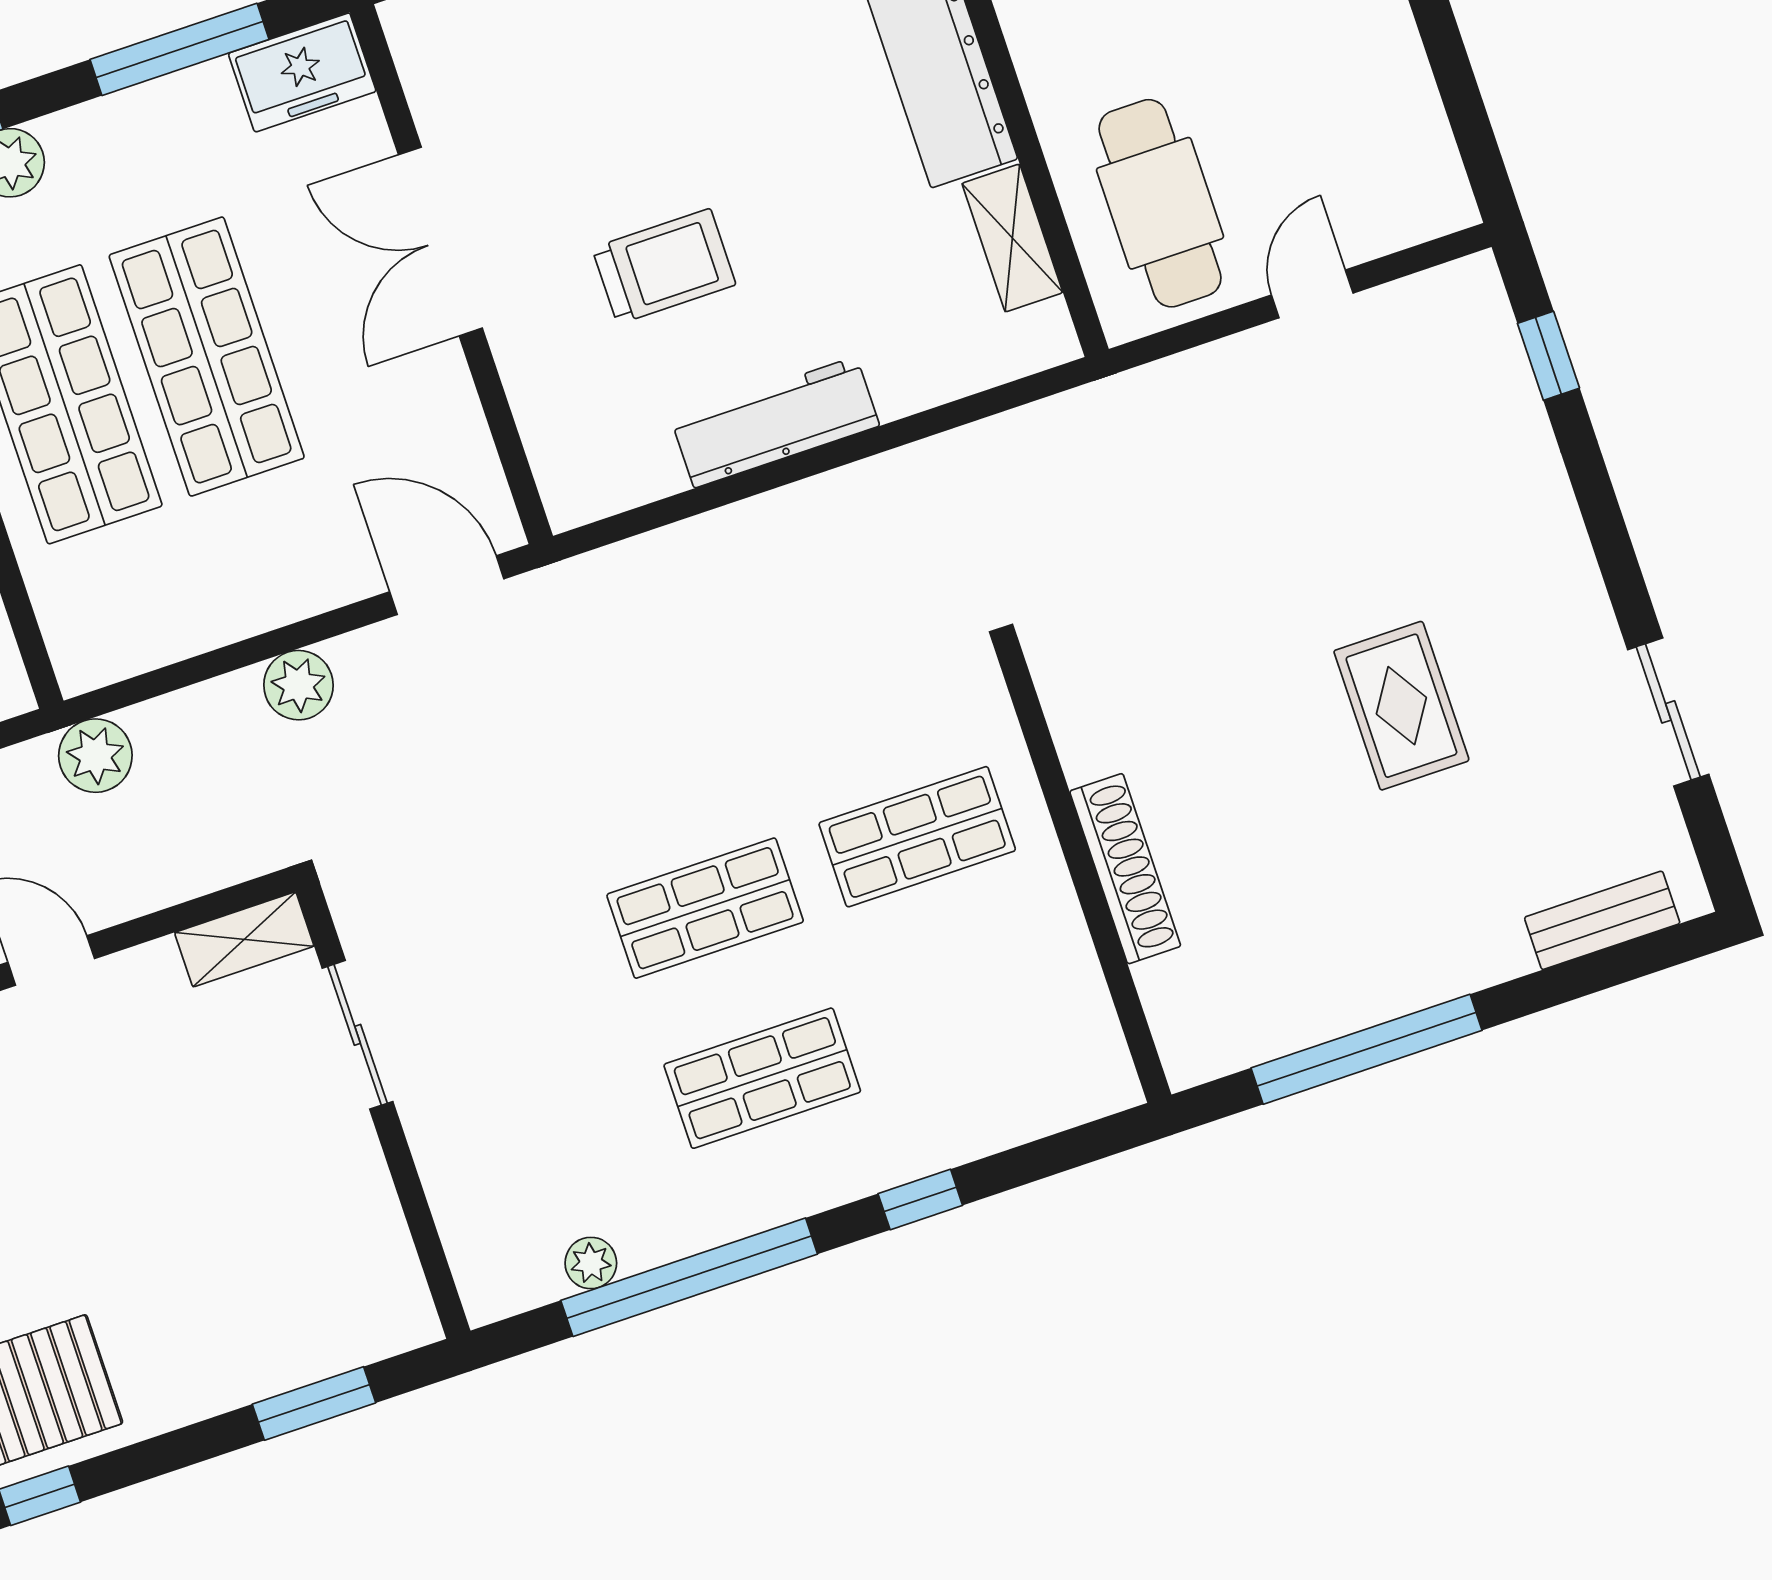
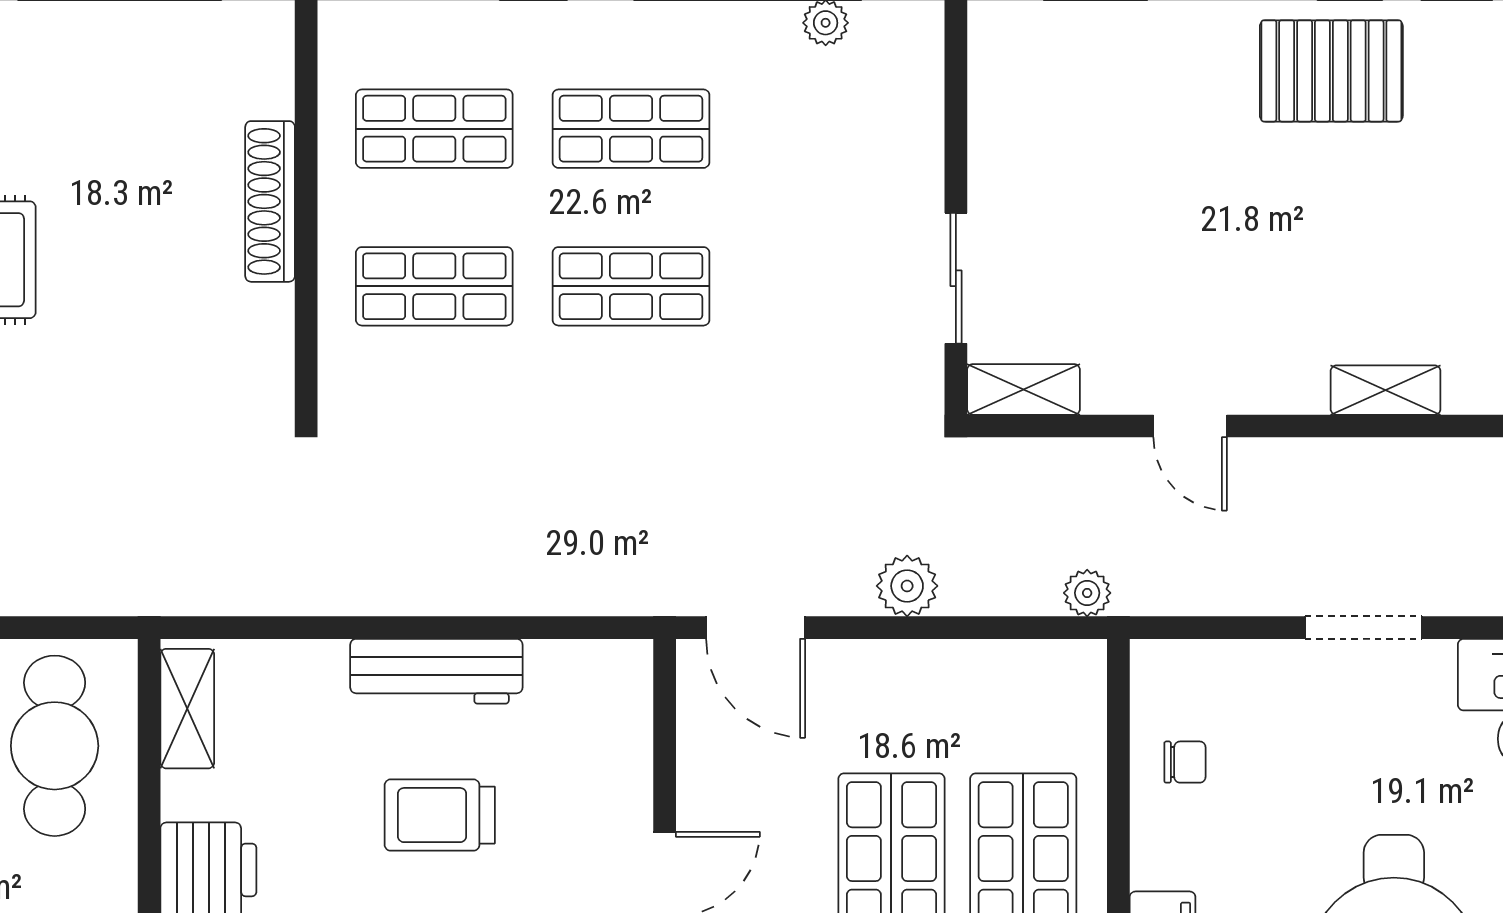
shelving: (1012, 238) -> (187, 709), moved
trolley: (664, 266) -> (440, 815), moved
plant: (95, 756) -> (1087, 593), width x0.73, depth x0.73
shop shelf: (974, 1007) -> (434, 129), added

